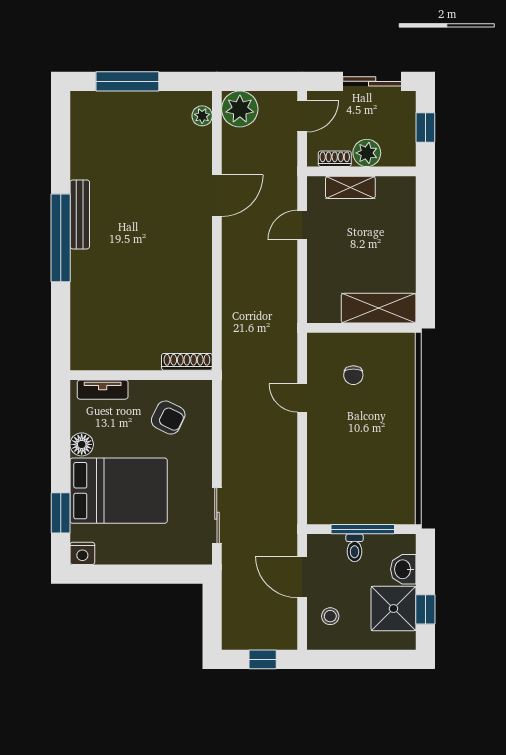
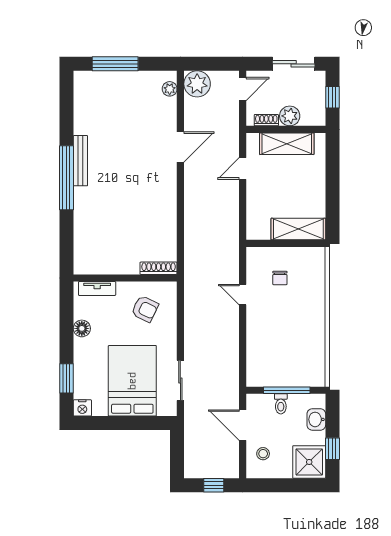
shelving: (350, 187) -> (287, 144), width x1.50, depth x1.33
bed: (119, 491) -> (132, 381), moved, turned -90
shower: (393, 609) -> (309, 462), moved

